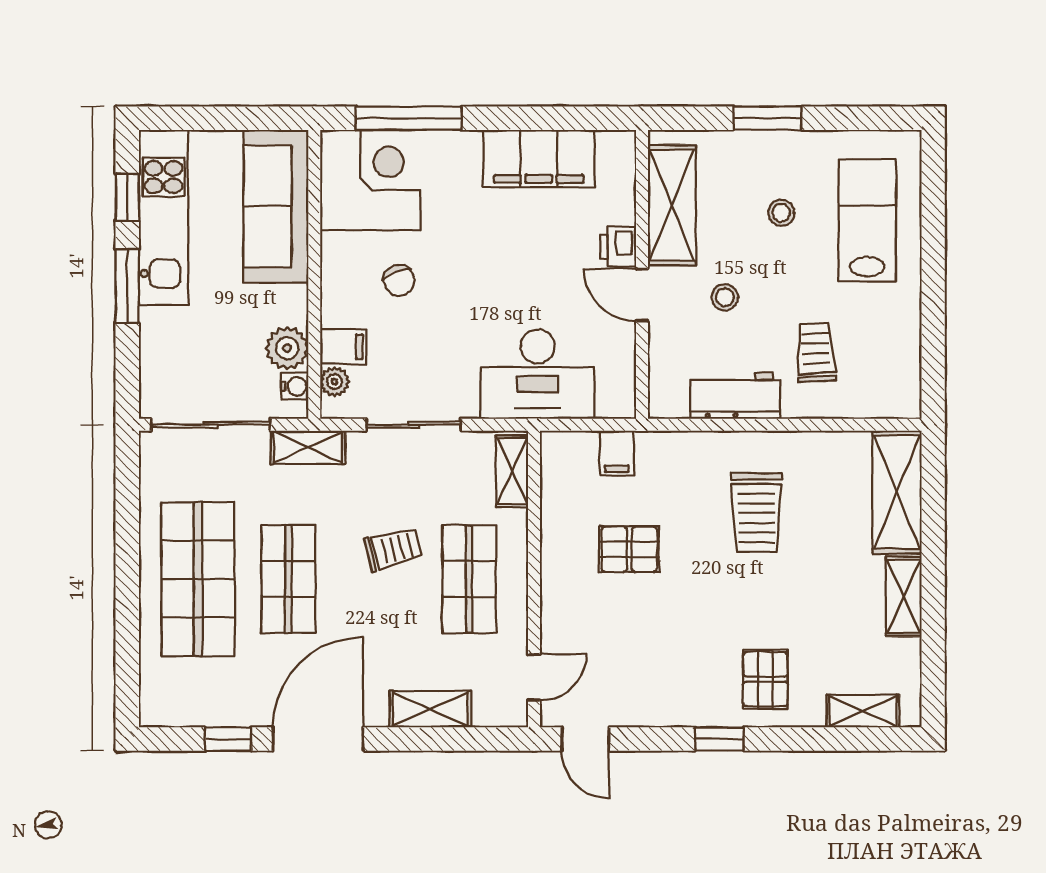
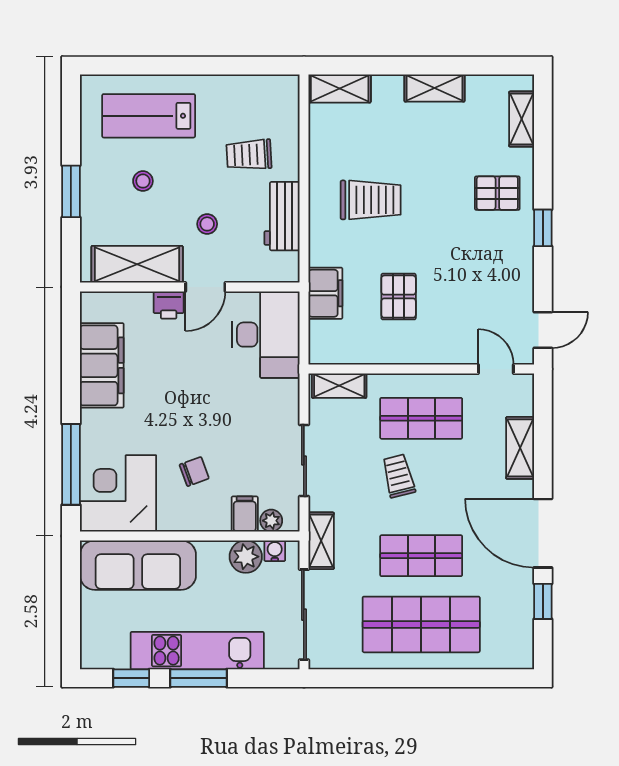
kitchen unit: (163, 217) -> (197, 651), moved
desk: (538, 374) -> (266, 335), moved
filing cabinet: (617, 453) -> (325, 293), width x2.00
shelving: (897, 492) -> (340, 88), width x0.67, depth x0.75

